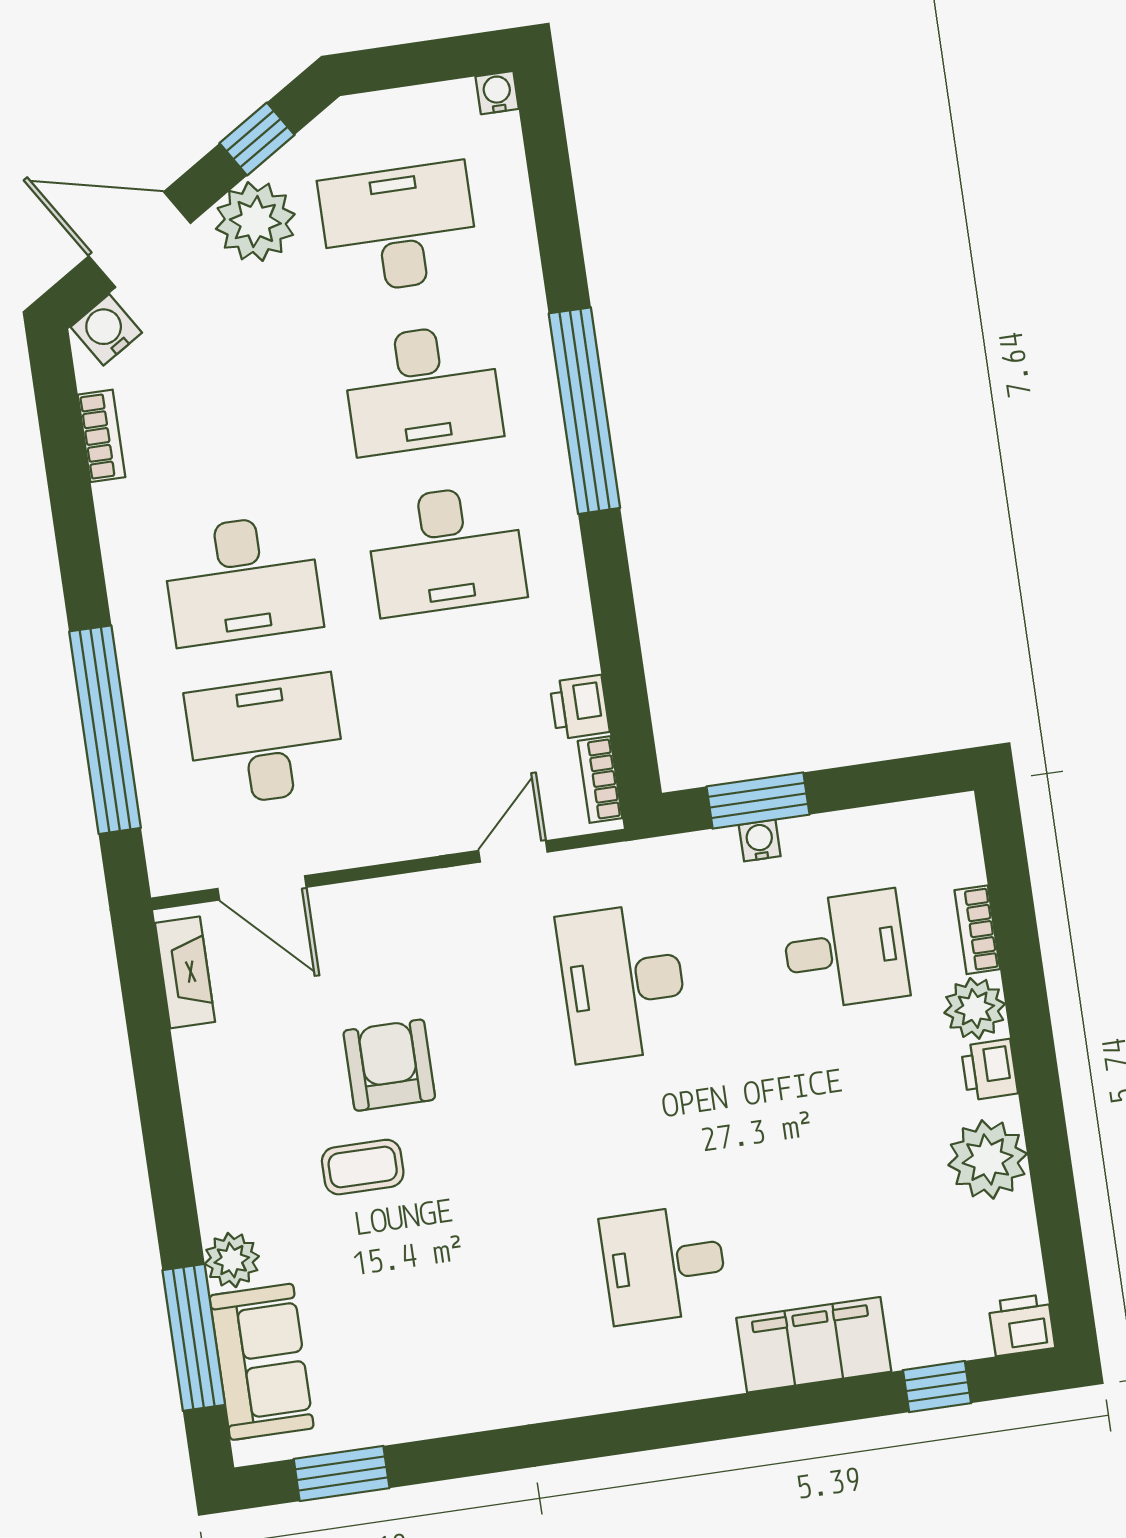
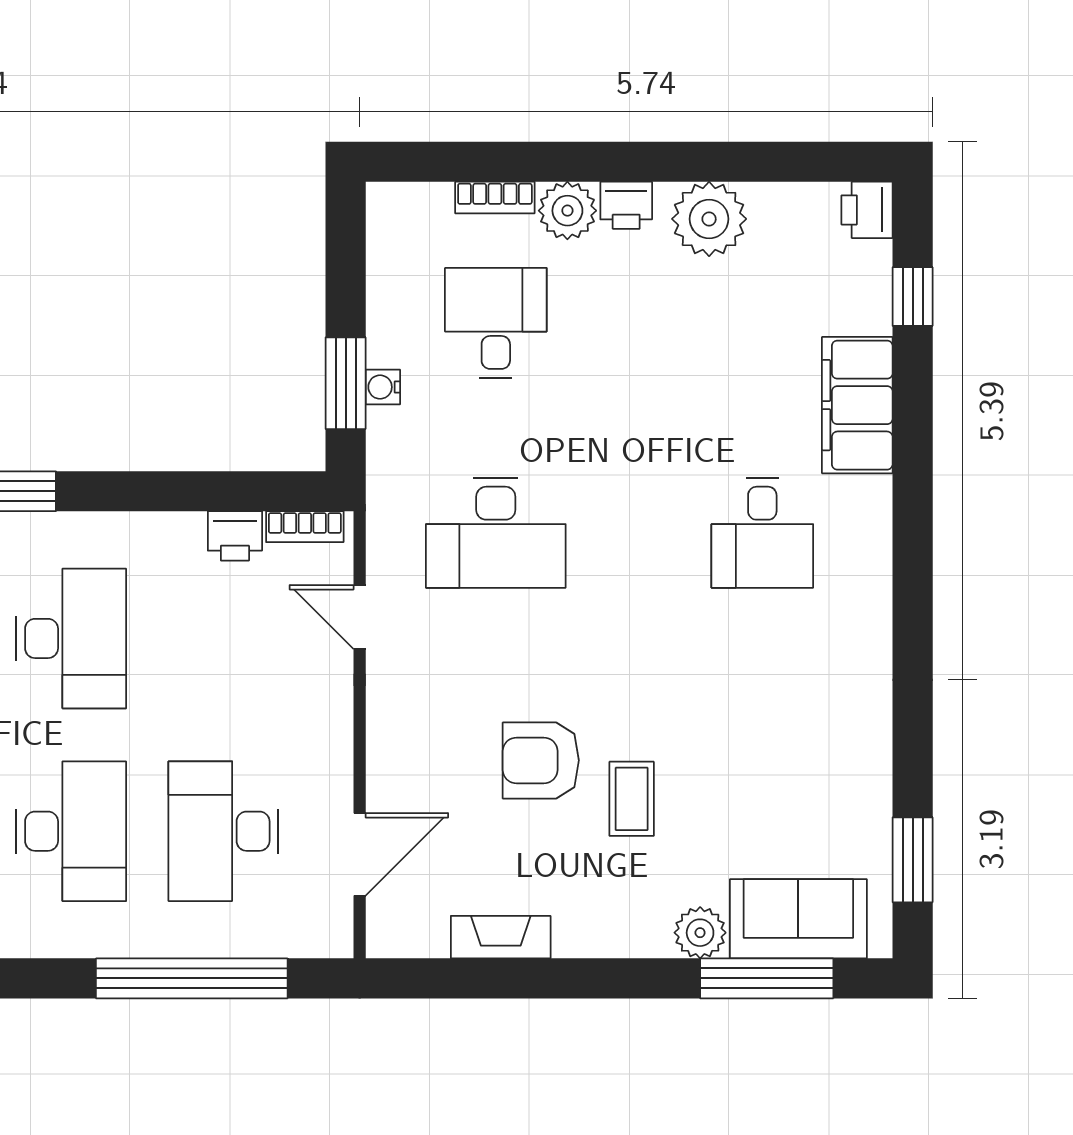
fireplace: (185, 972) -> (501, 937), moved

